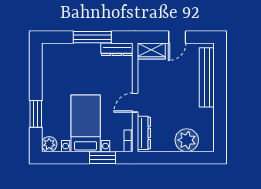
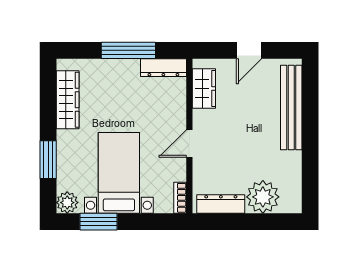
wardrobe: (151, 51) -> (204, 88), moved, turned -90
wardrobe: (50, 72) -> (68, 100), added
dresser: (144, 133) -> (221, 204), moved, turned -90
window: (103, 158) -> (98, 222), moved

